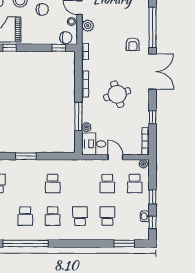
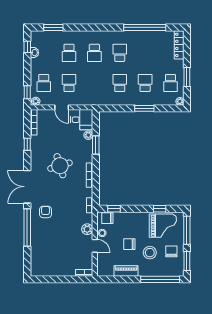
window: (78, 117) -> (96, 145), width x0.69
school desk: (135, 183) -> (44, 83), turned 180
window: (153, 197) -> (27, 92), moved
school desk: (25, 216) -> (145, 83), moved

